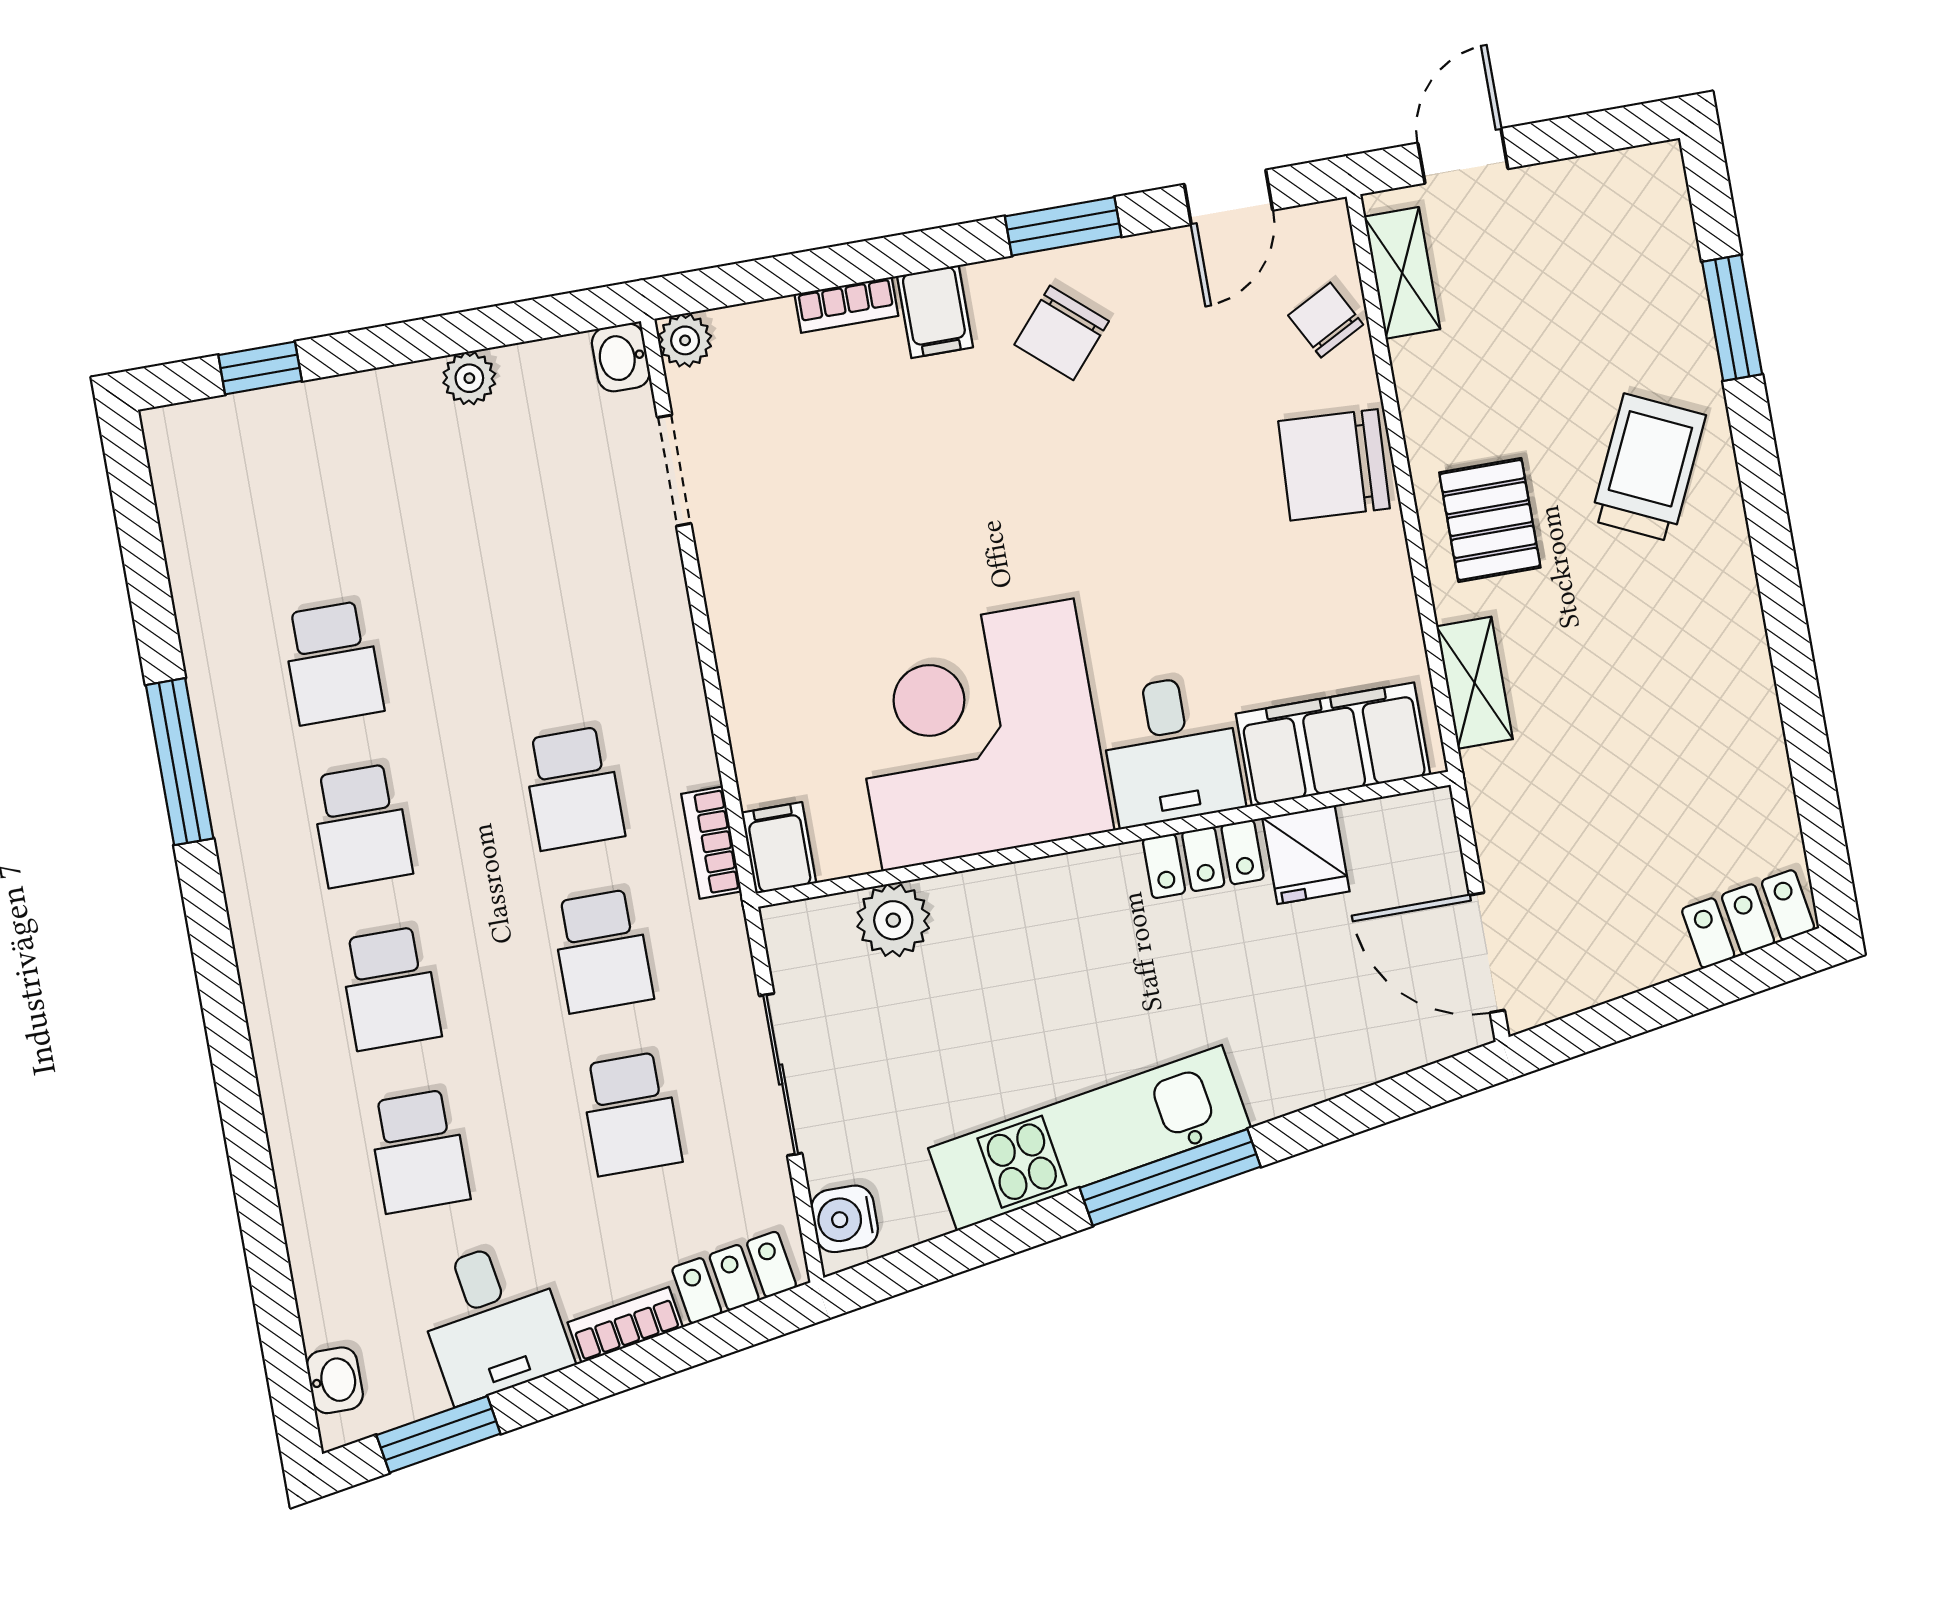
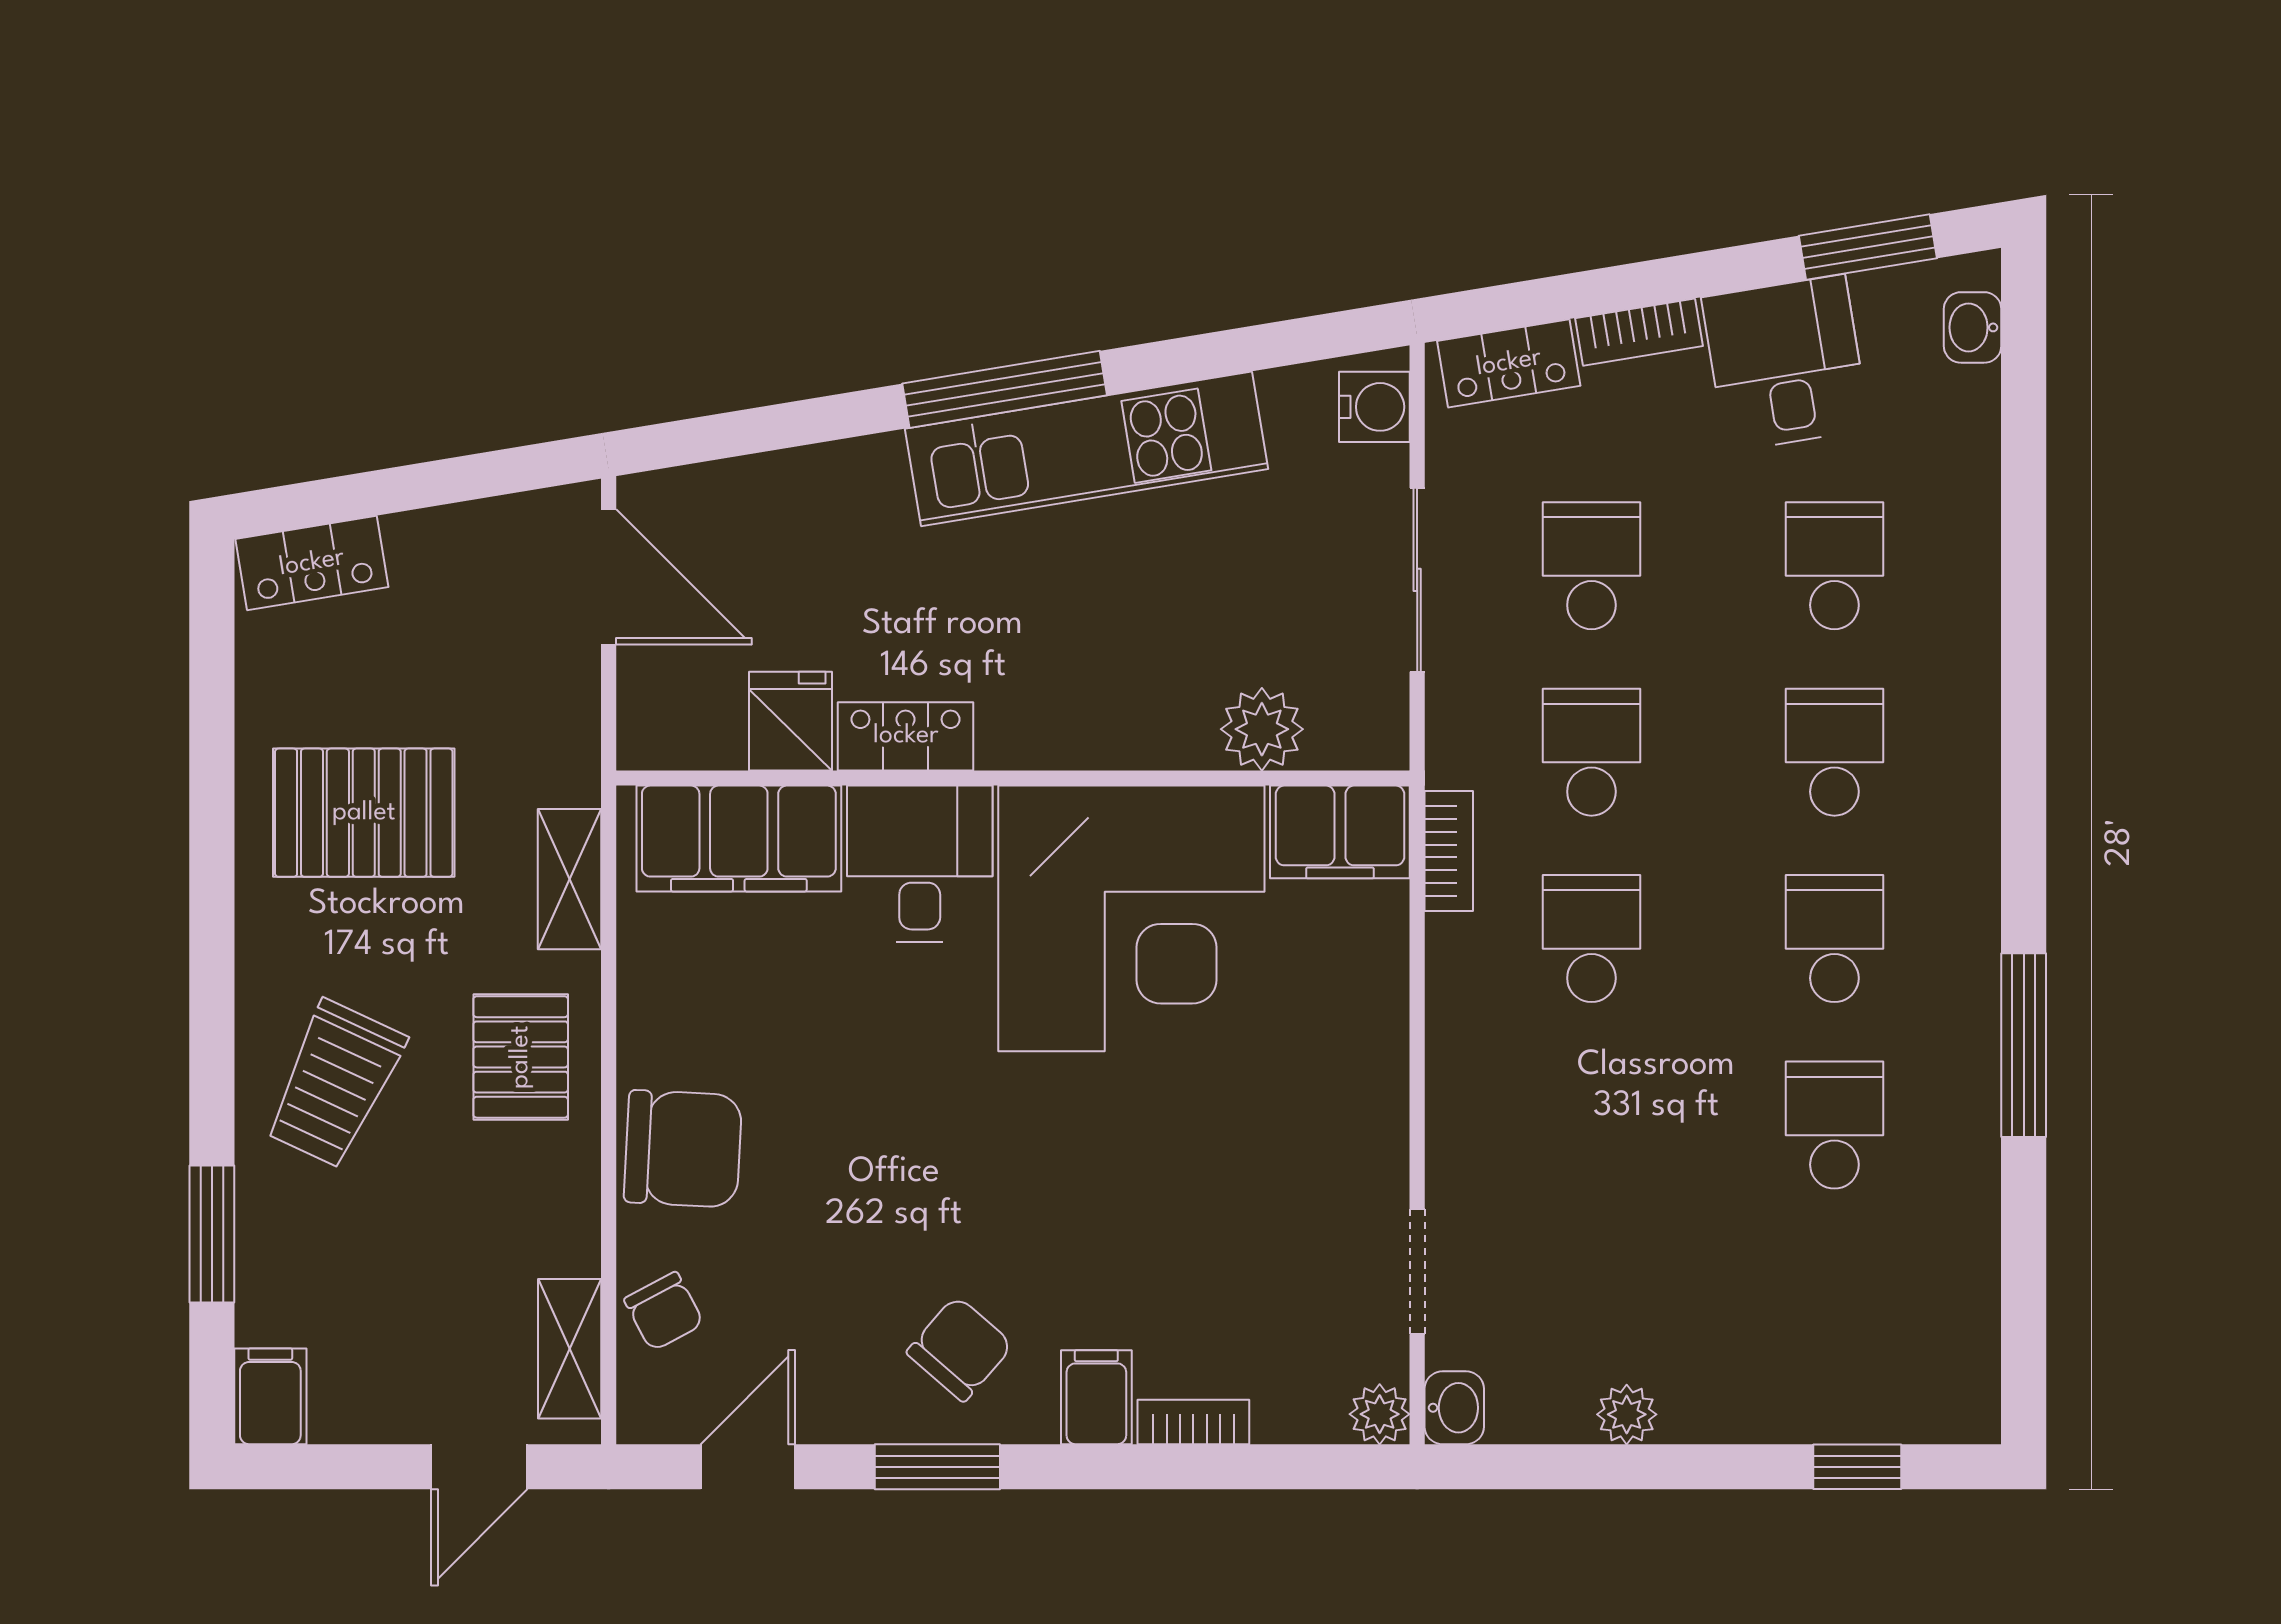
filing cabinet: (1656, 185) -> (270, 1396), added
pallet: (1664, 709) -> (364, 813), added
filing cabinet: (779, 848) -> (1340, 832), width x2.00

